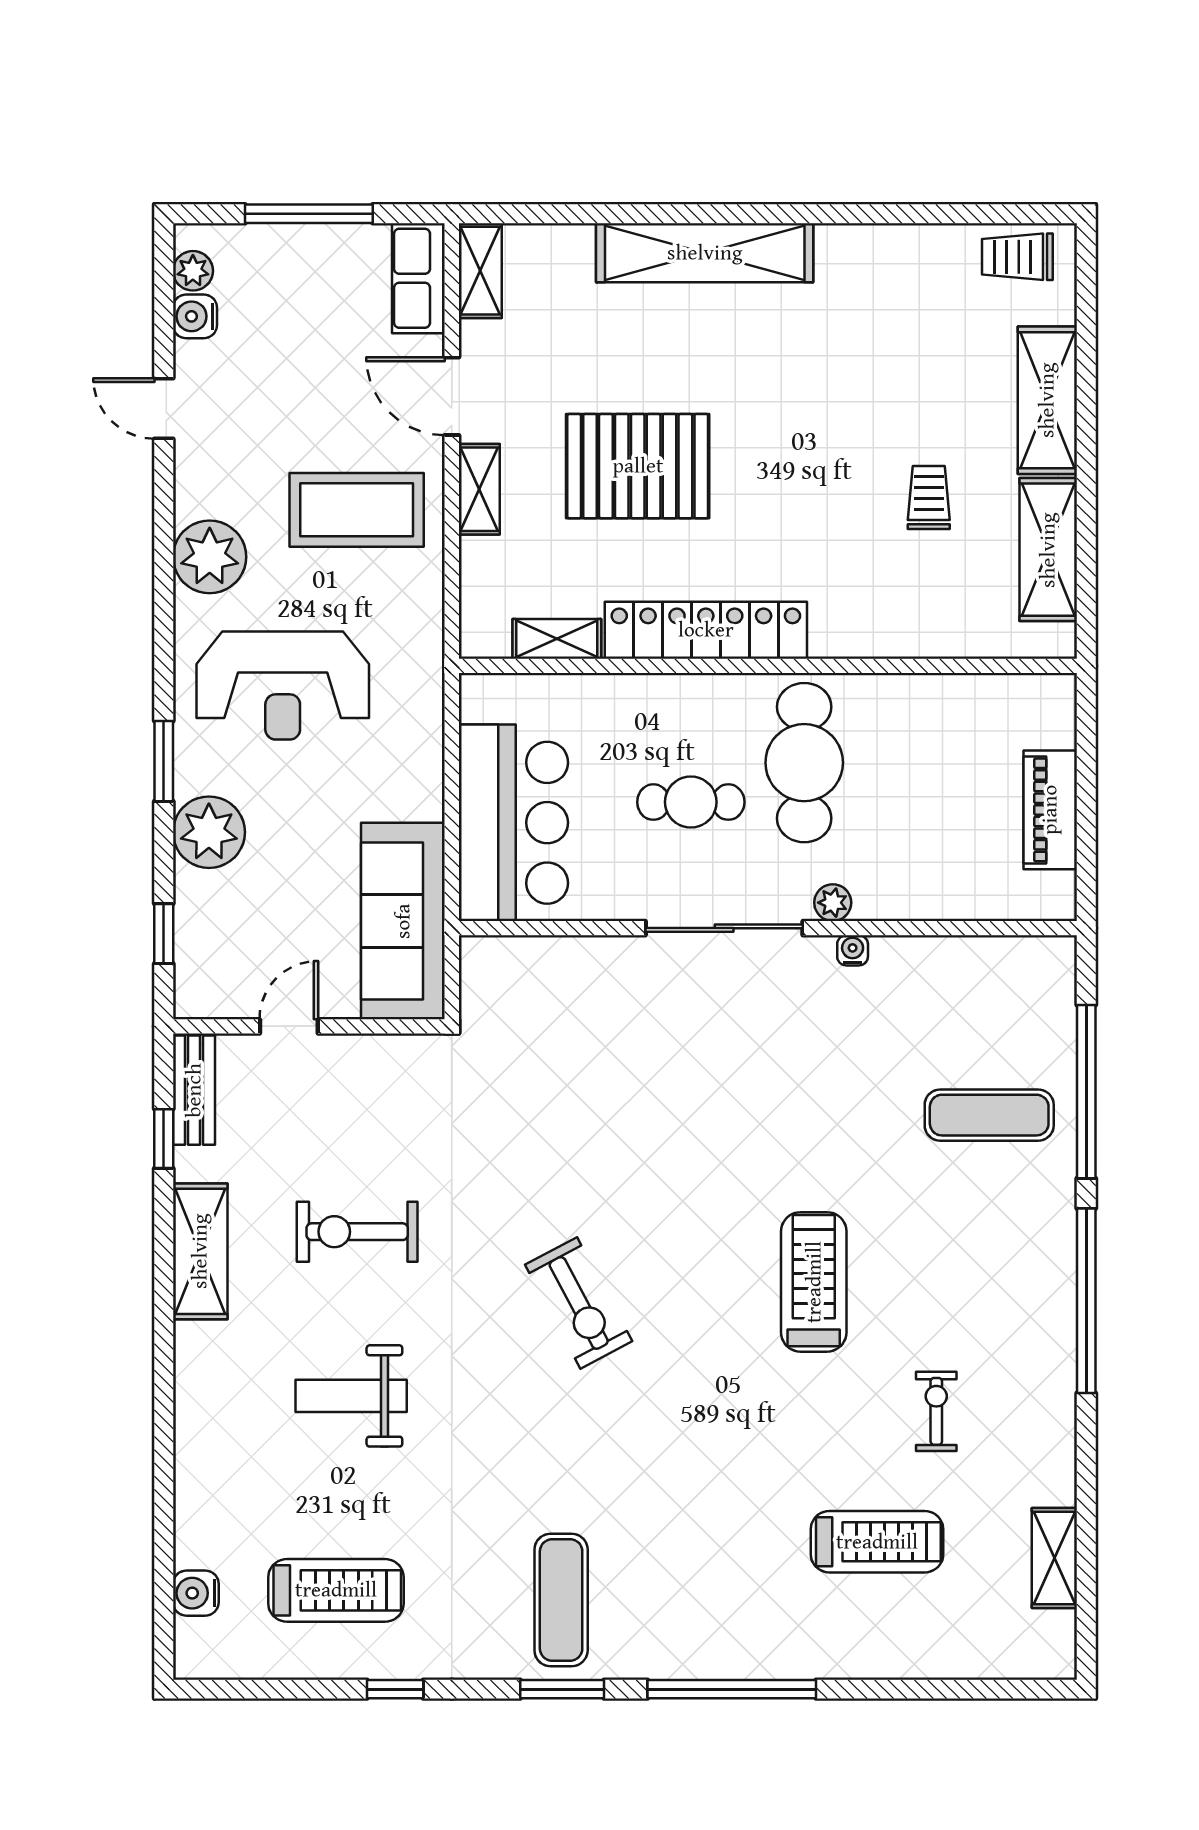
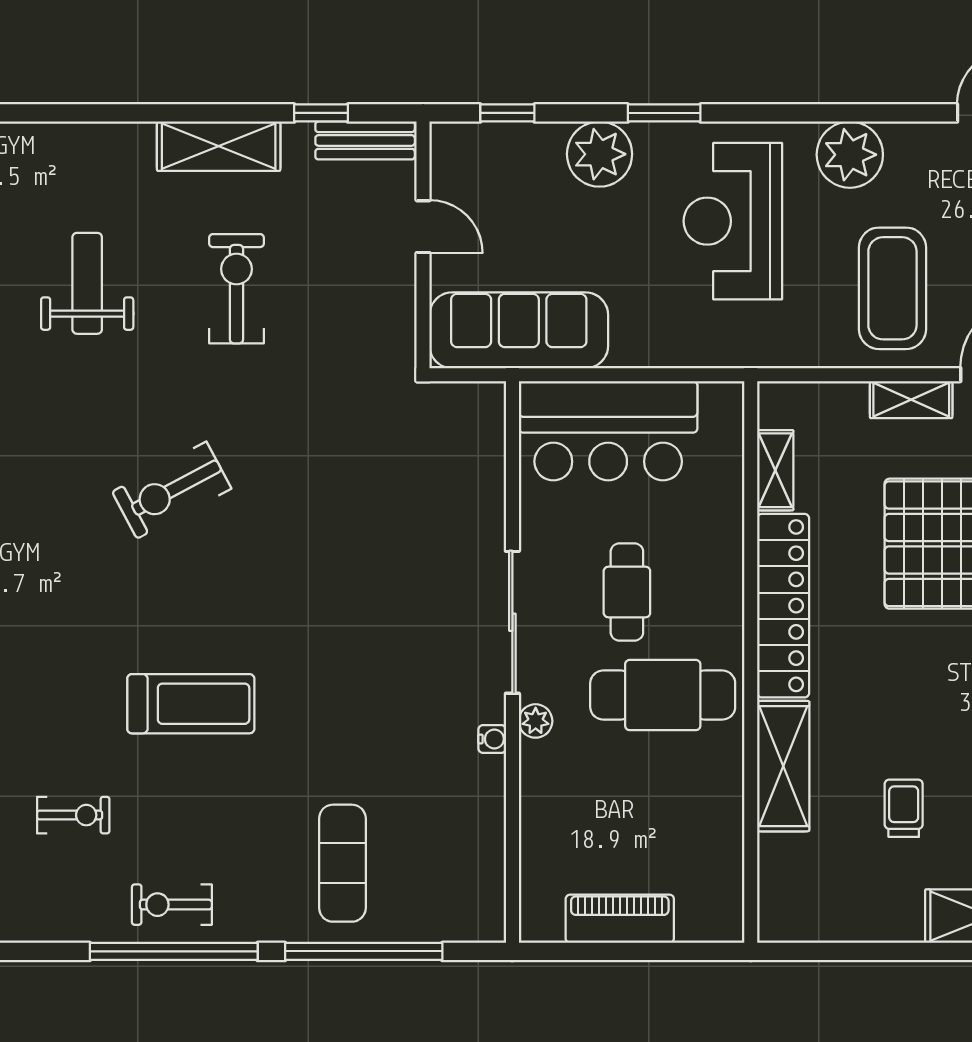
trolley: (929, 498) -> (904, 808), turned -90
shelving: (1048, 550) -> (783, 766), moved, turned 90
exercise bike: (1035, 1303) -> (172, 905), added

